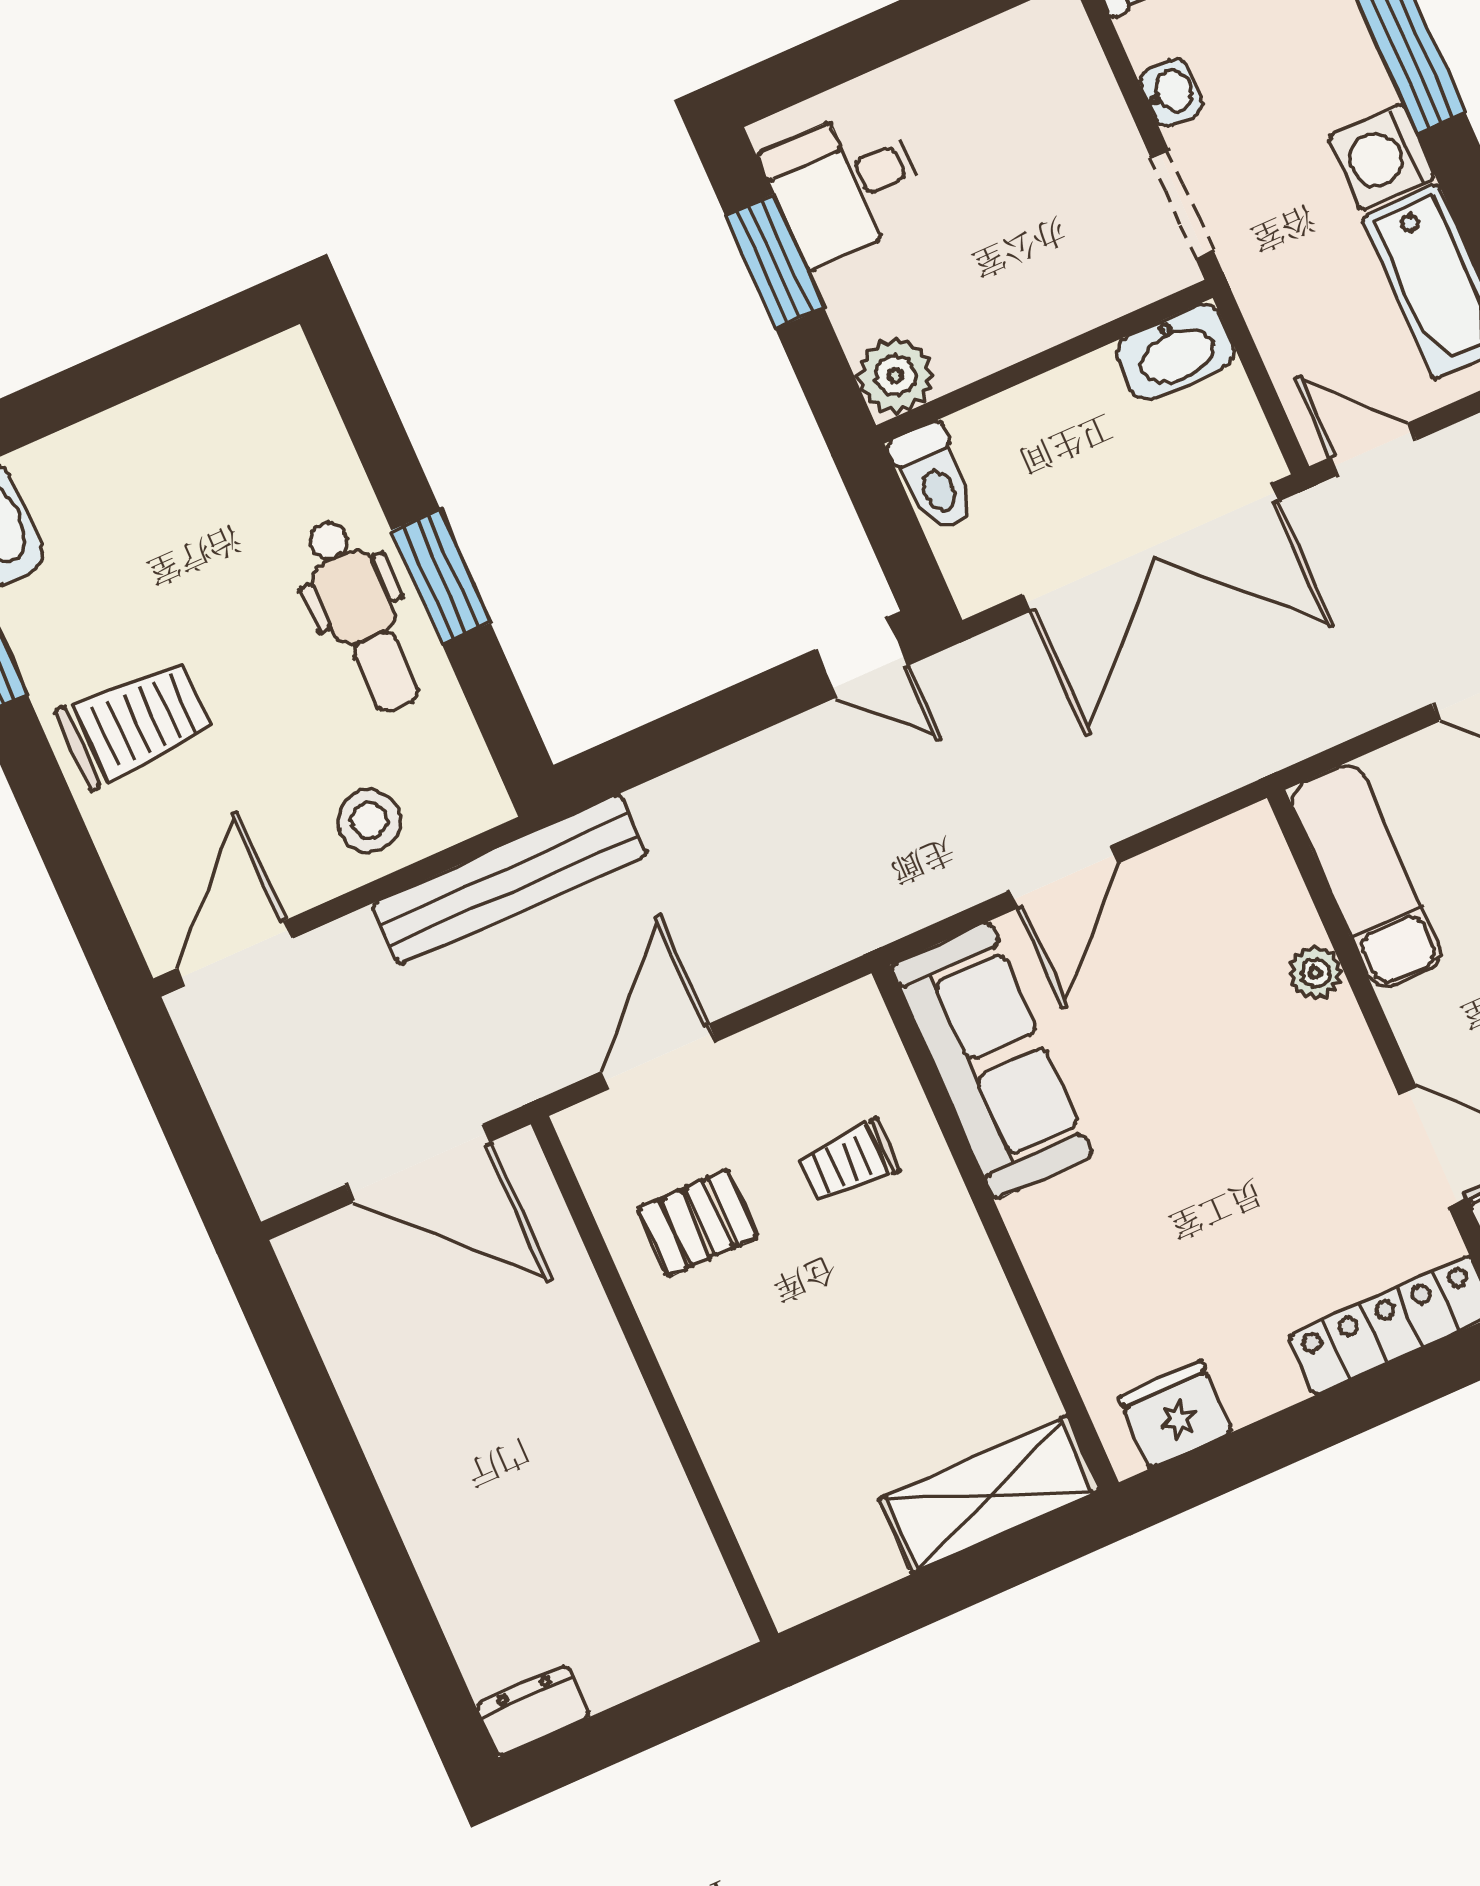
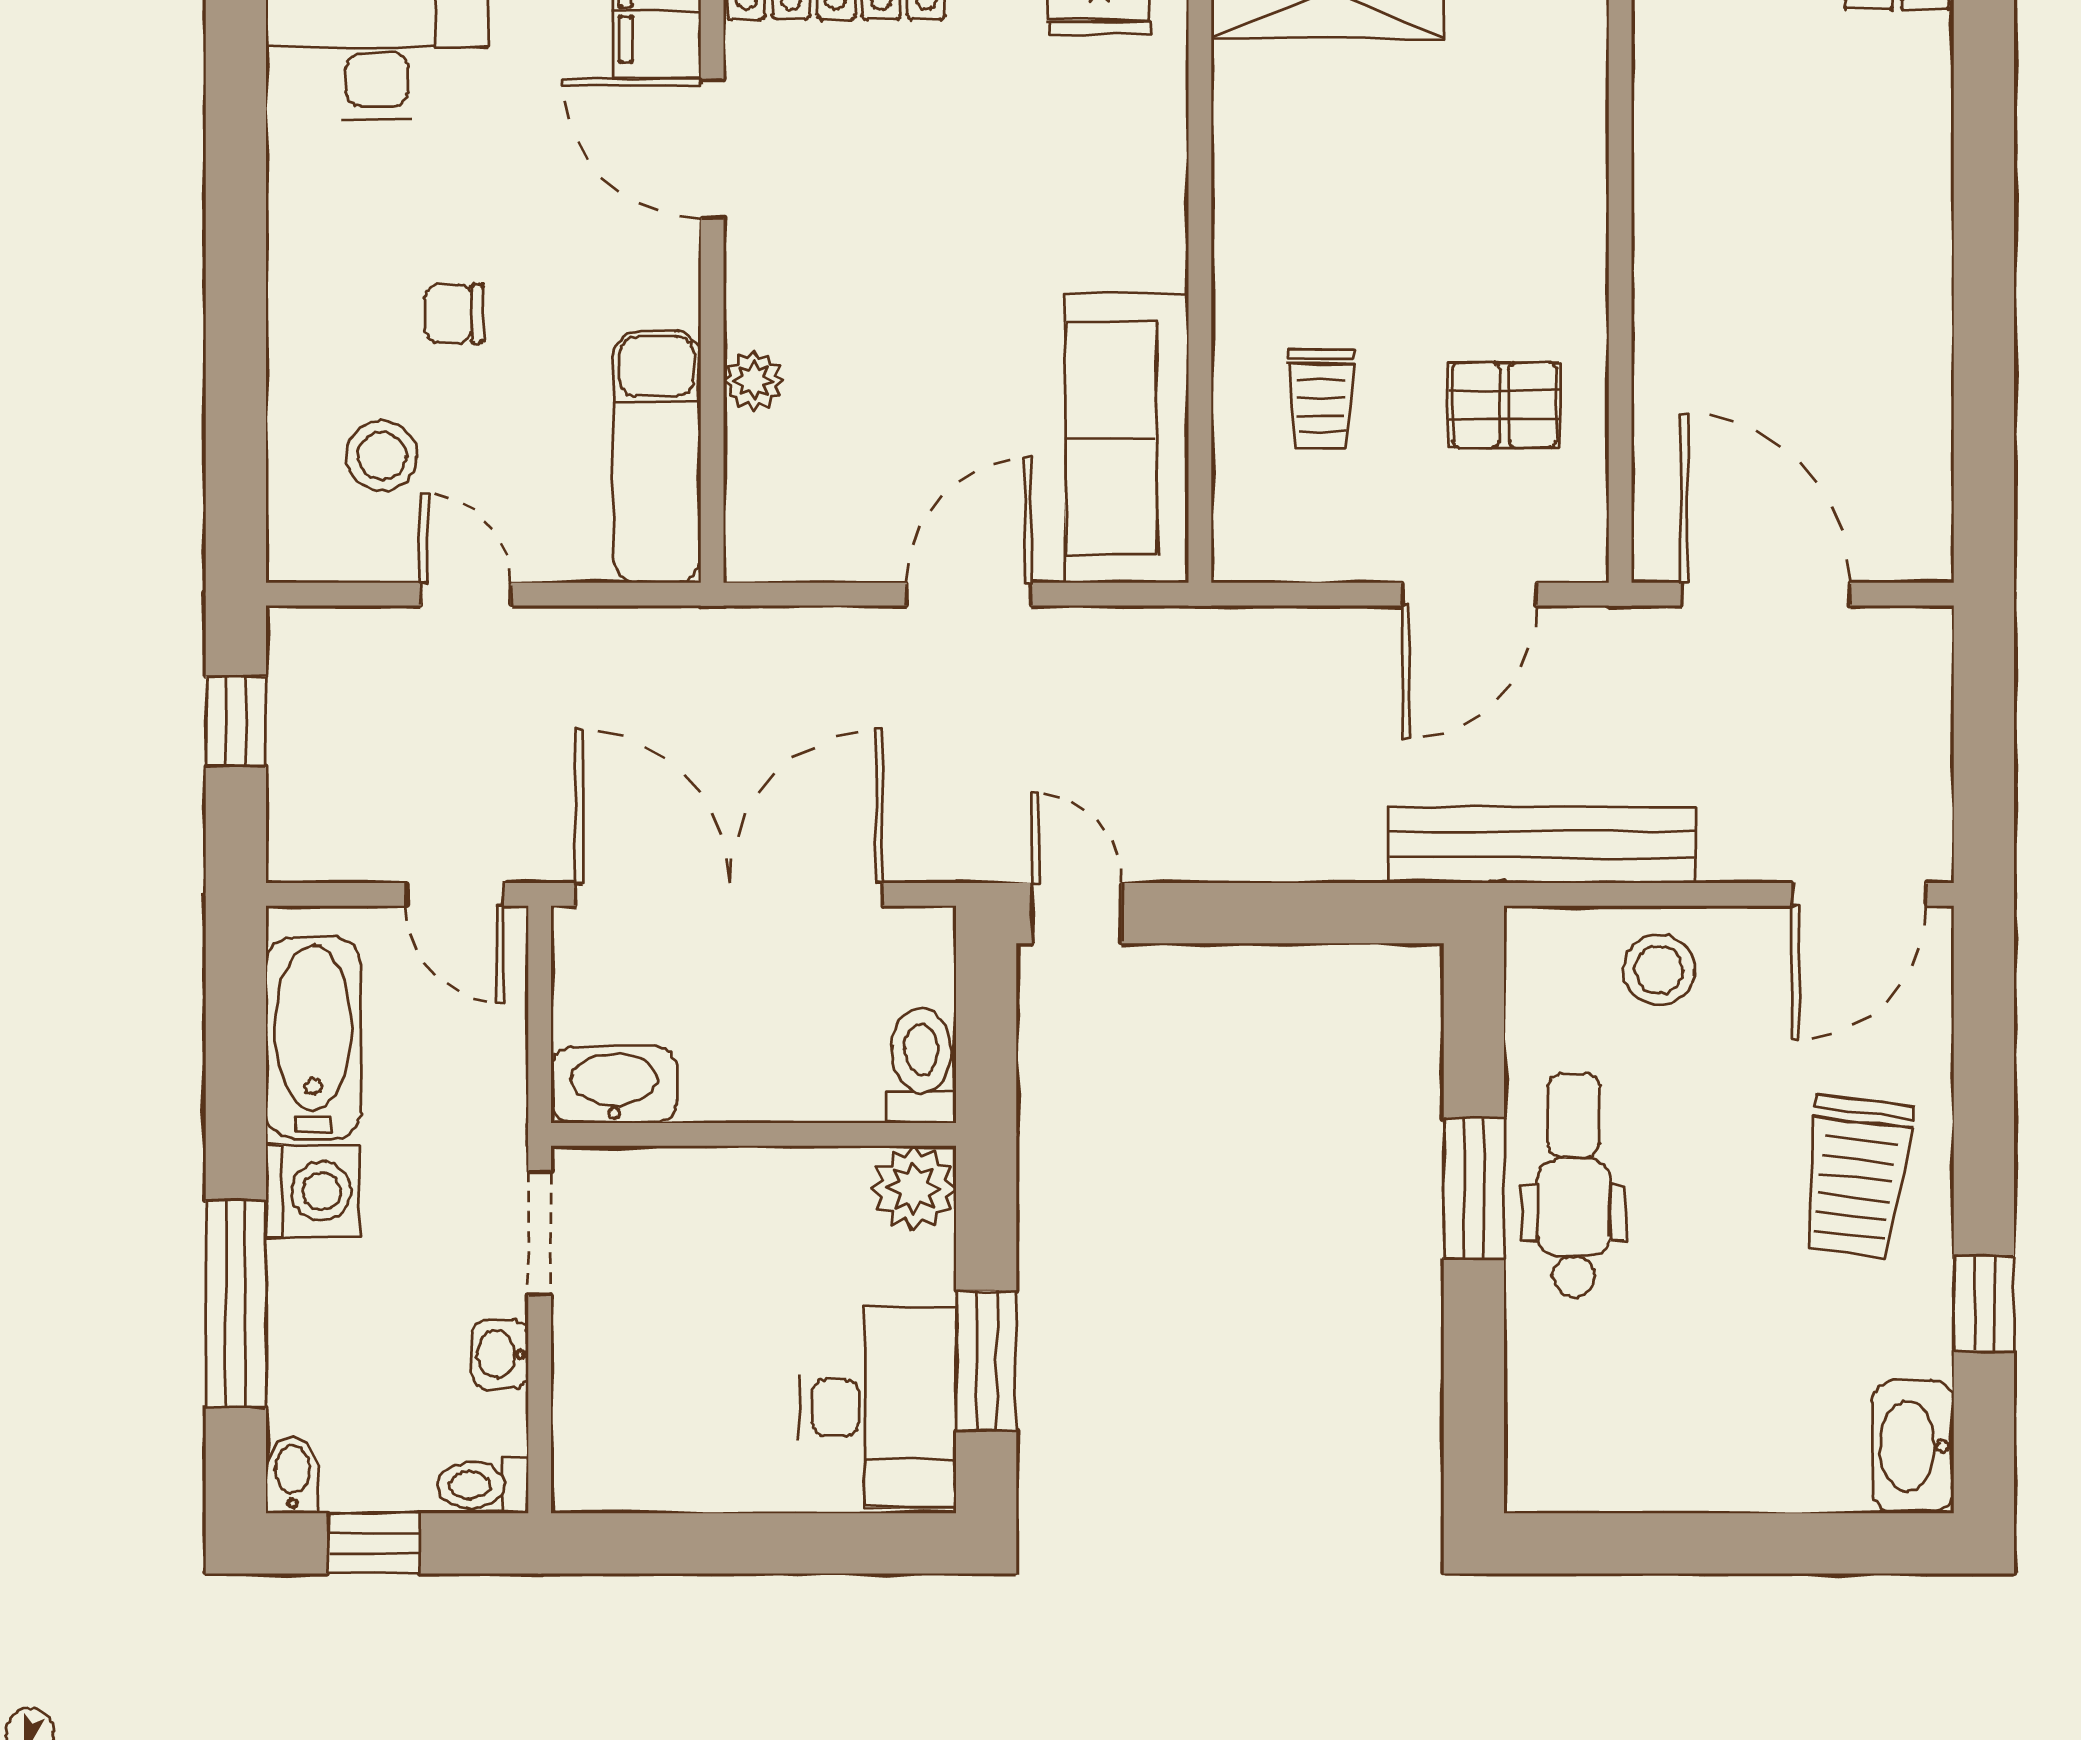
desk: (846, 185) -> (878, 1407), width x1.37
trolley: (135, 723) -> (1856, 1177), turned -83
trolley: (848, 1162) -> (1321, 399), turned 90

